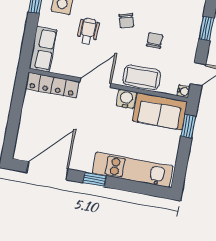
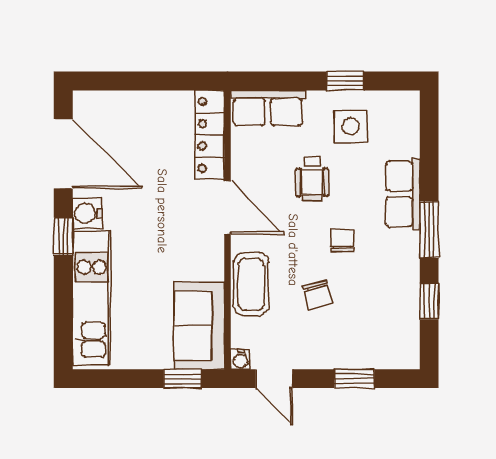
chair: (126, 21) -> (342, 240), turned 106
wheelchair: (88, 31) -> (312, 179), turned 89
chair: (155, 40) -> (318, 294), turned 75
water cooler: (126, 99) -> (87, 213), moved, turned 180

